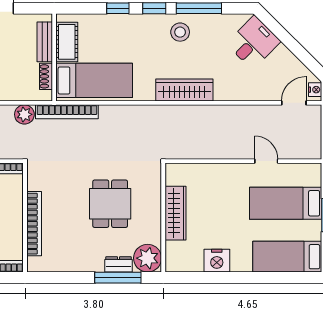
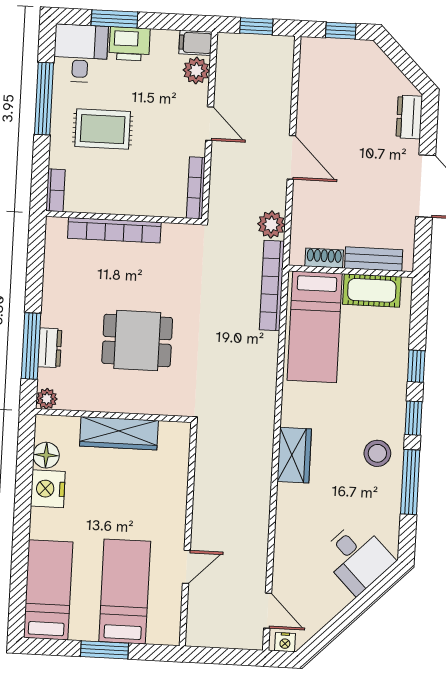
wardrobe: (184, 90) -> (294, 455), width x0.67
plant: (148, 258) -> (47, 399), width x0.53, depth x0.53
floor lamp: (193, 263) -> (46, 455), added

